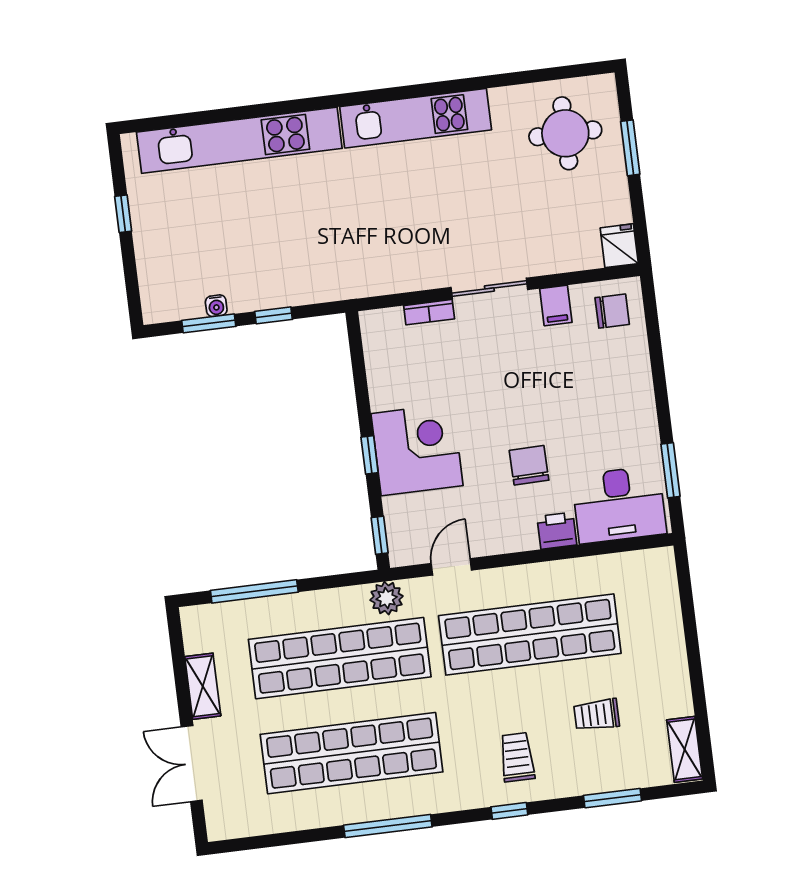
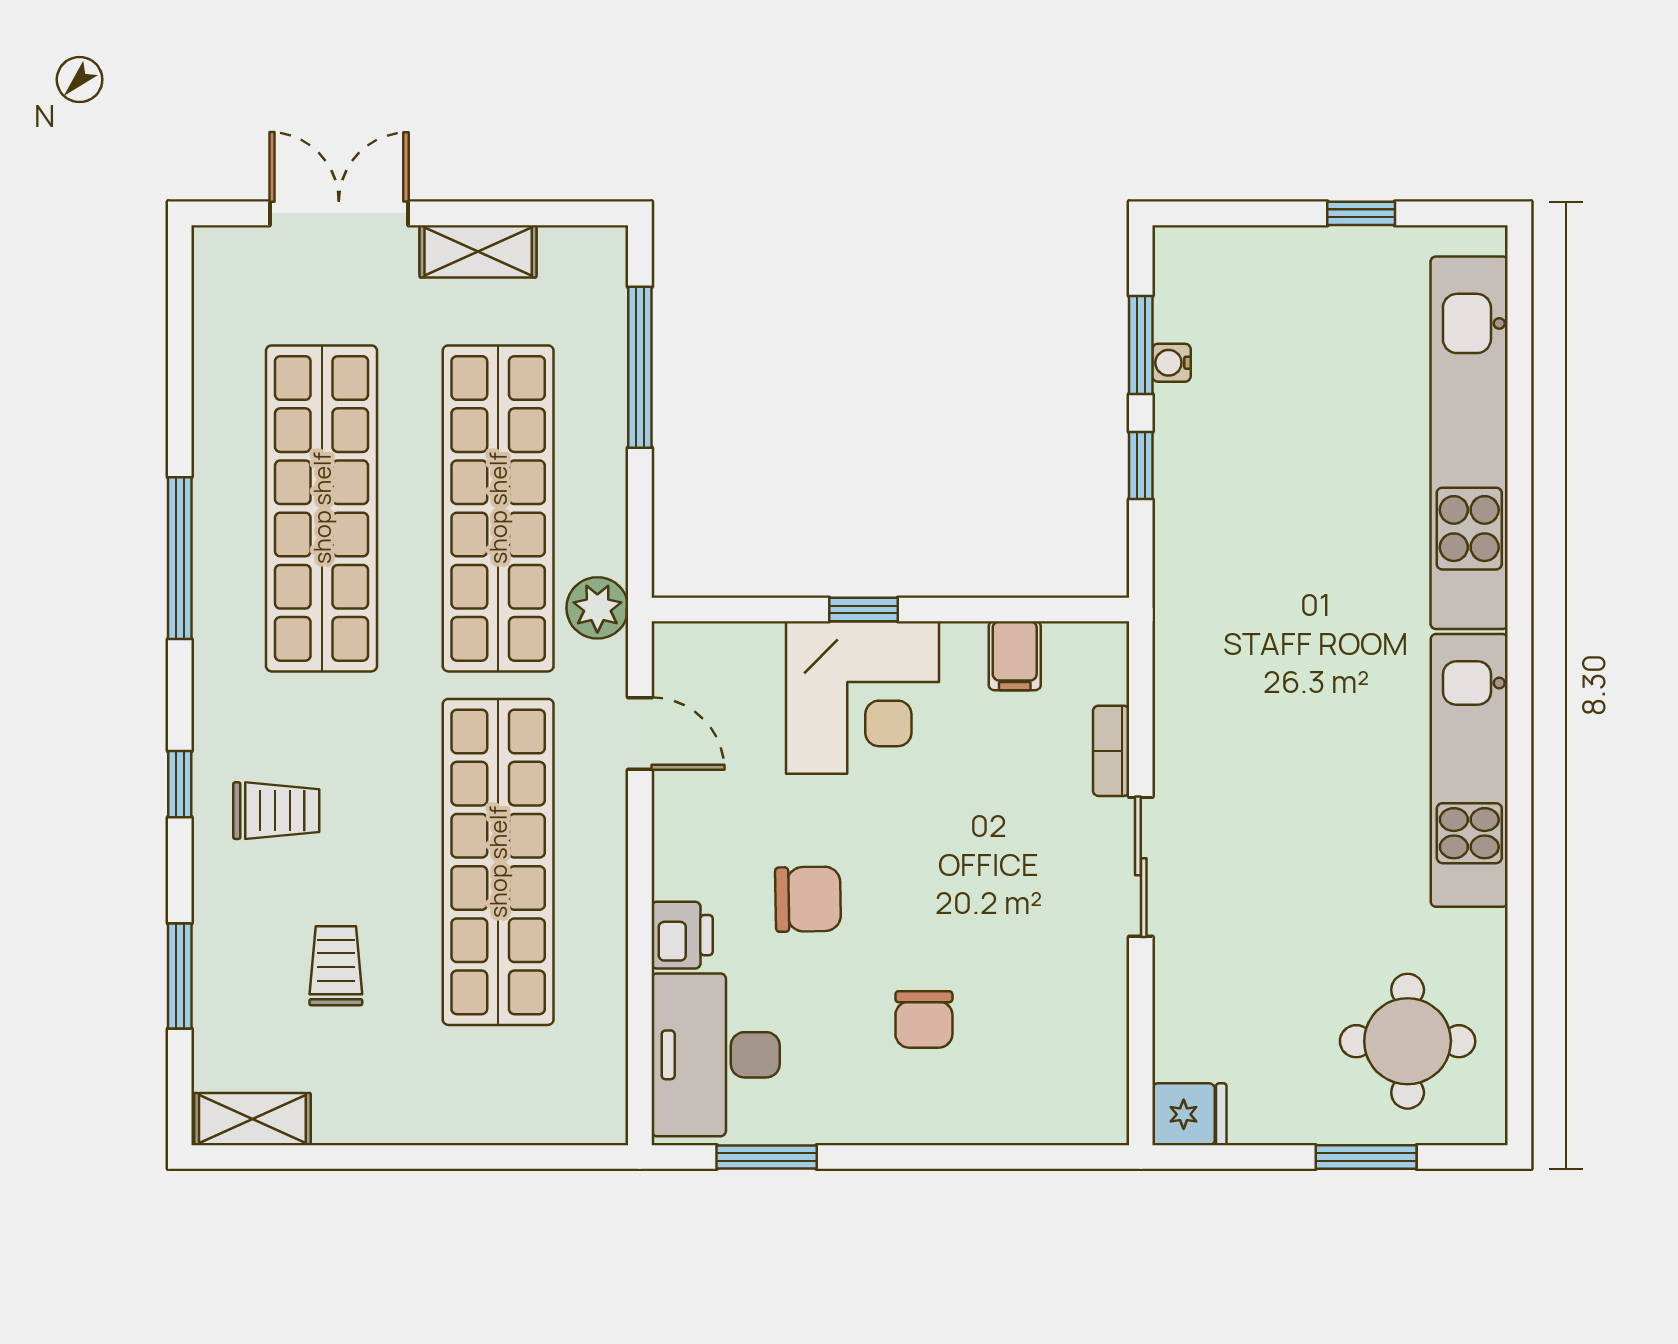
filing cabinet: (556, 305) -> (1015, 656), moved, turned -90
chair: (612, 311) -> (924, 1019), moved
window: (380, 535) -> (714, 609), removed

